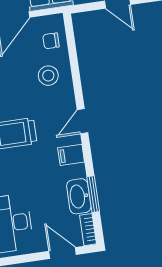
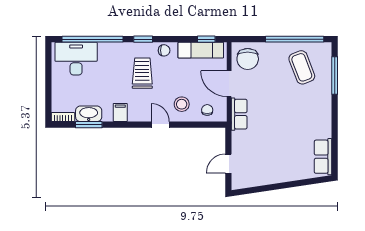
door: (82, 121) -> (160, 125), moved
door: (63, 253) -> (48, 96), removed

